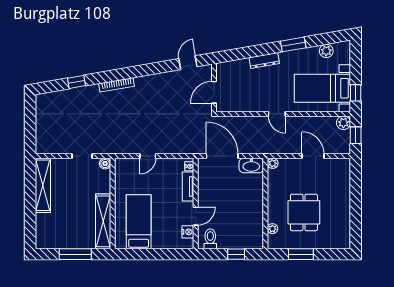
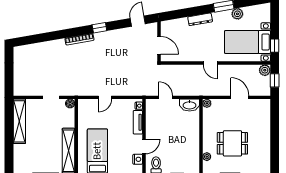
plant: (326, 51) -> (237, 14), moved
window: (76, 82) -> (99, 28), moved
door: (214, 92) -> (159, 45), swing flipped
door: (222, 156) -> (166, 97), width x0.53
dining table: (304, 212) -> (232, 143), turned 90

